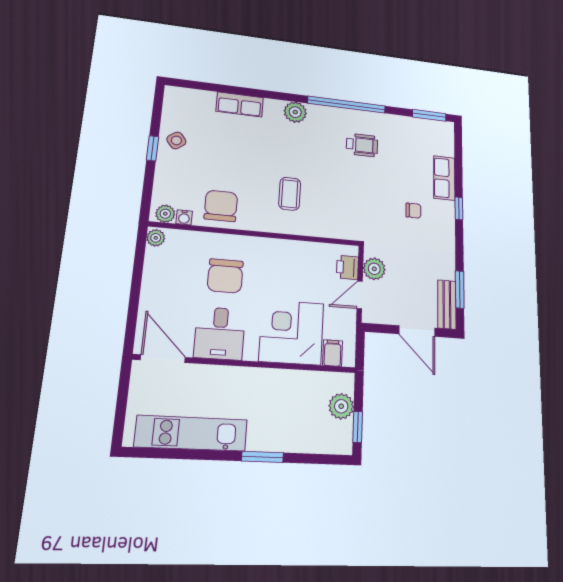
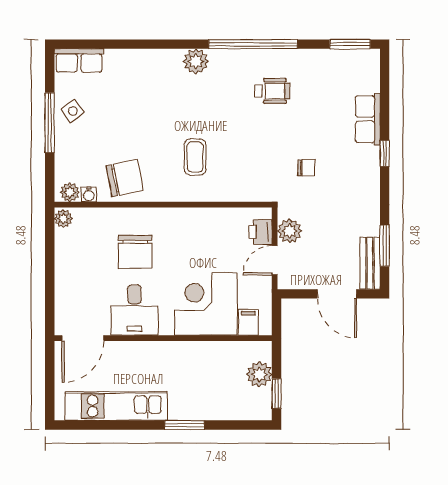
row of seats: (240, 104) -> (79, 61), moved
window: (153, 148) -> (50, 123), width x2.17
chair: (221, 206) -> (125, 178), turned 79
chair: (413, 211) -> (306, 168), moved
door: (163, 359) -> (83, 338), swing flipped

